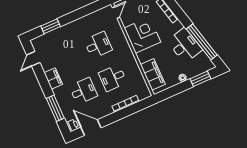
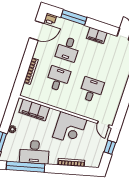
desk: (98, 45) -> (91, 90), turned 180

